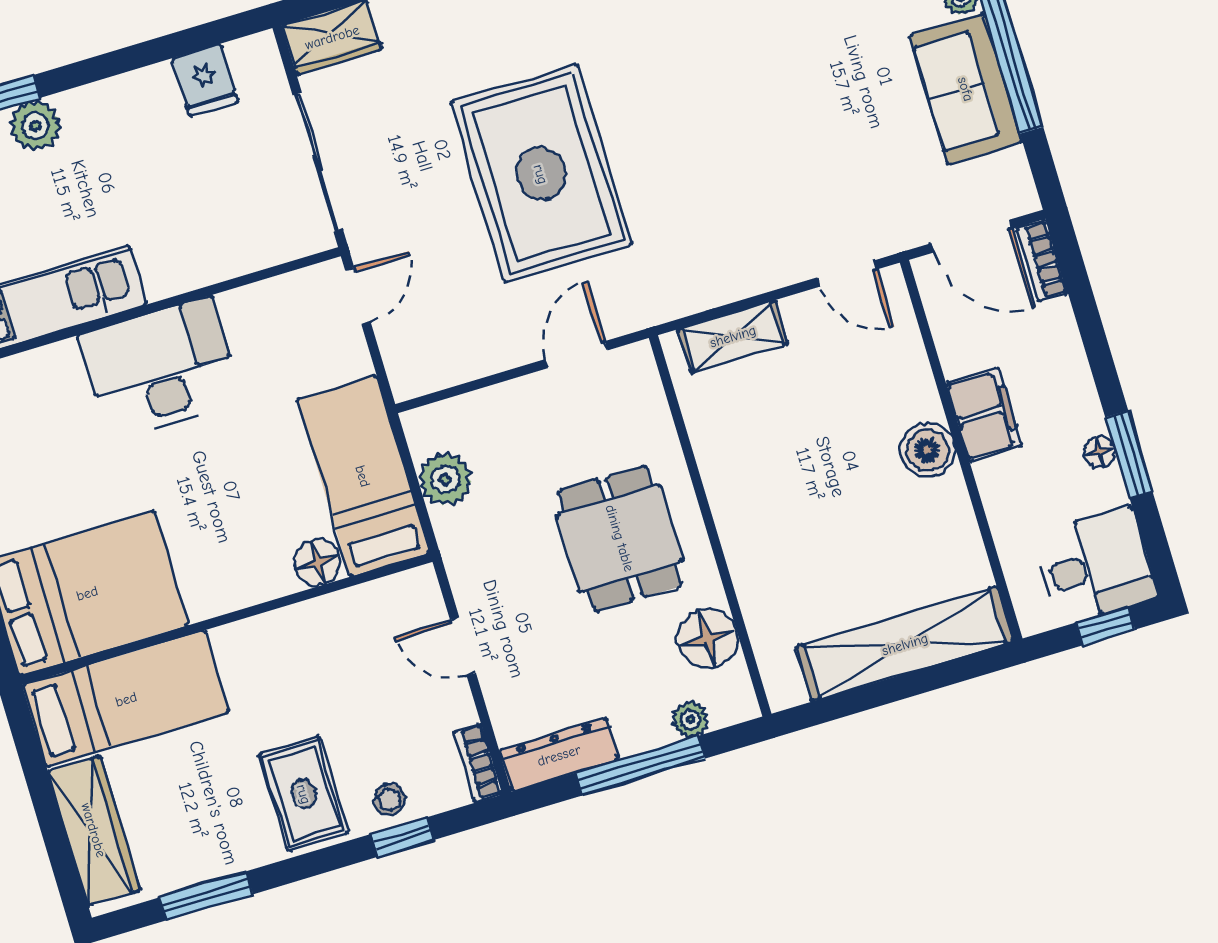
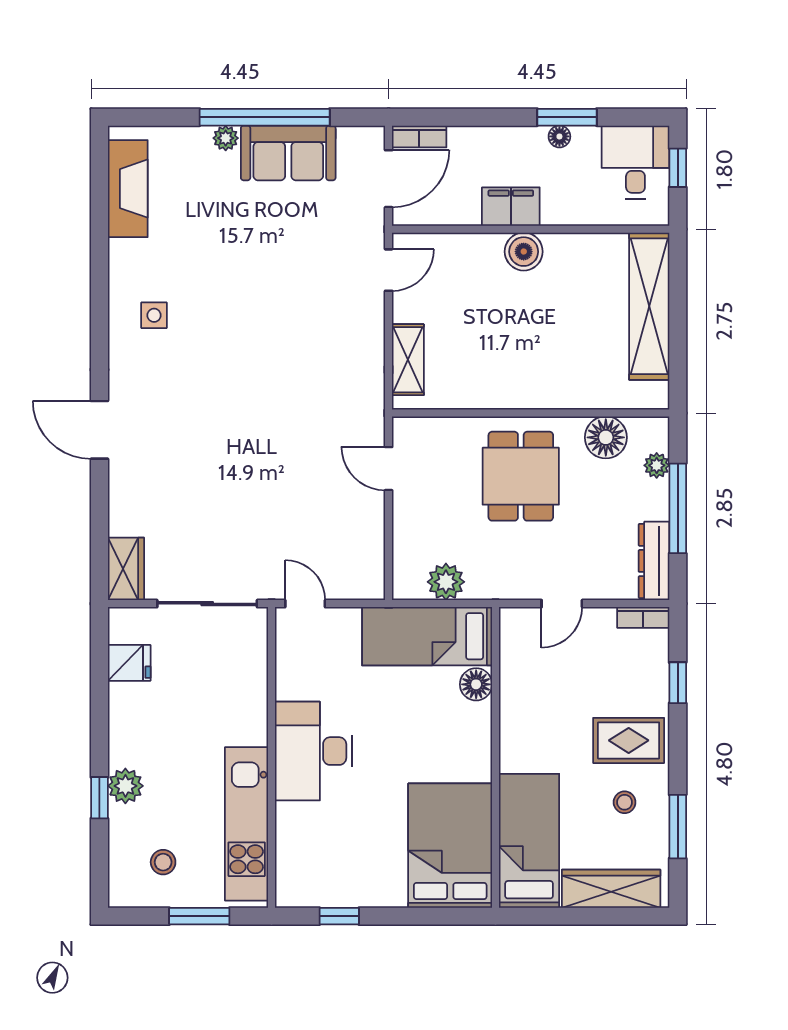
rug: (541, 174) -> (260, 456), removed
dining table: (620, 538) -> (521, 476), turned 90
stool: (390, 799) -> (625, 802), moved

